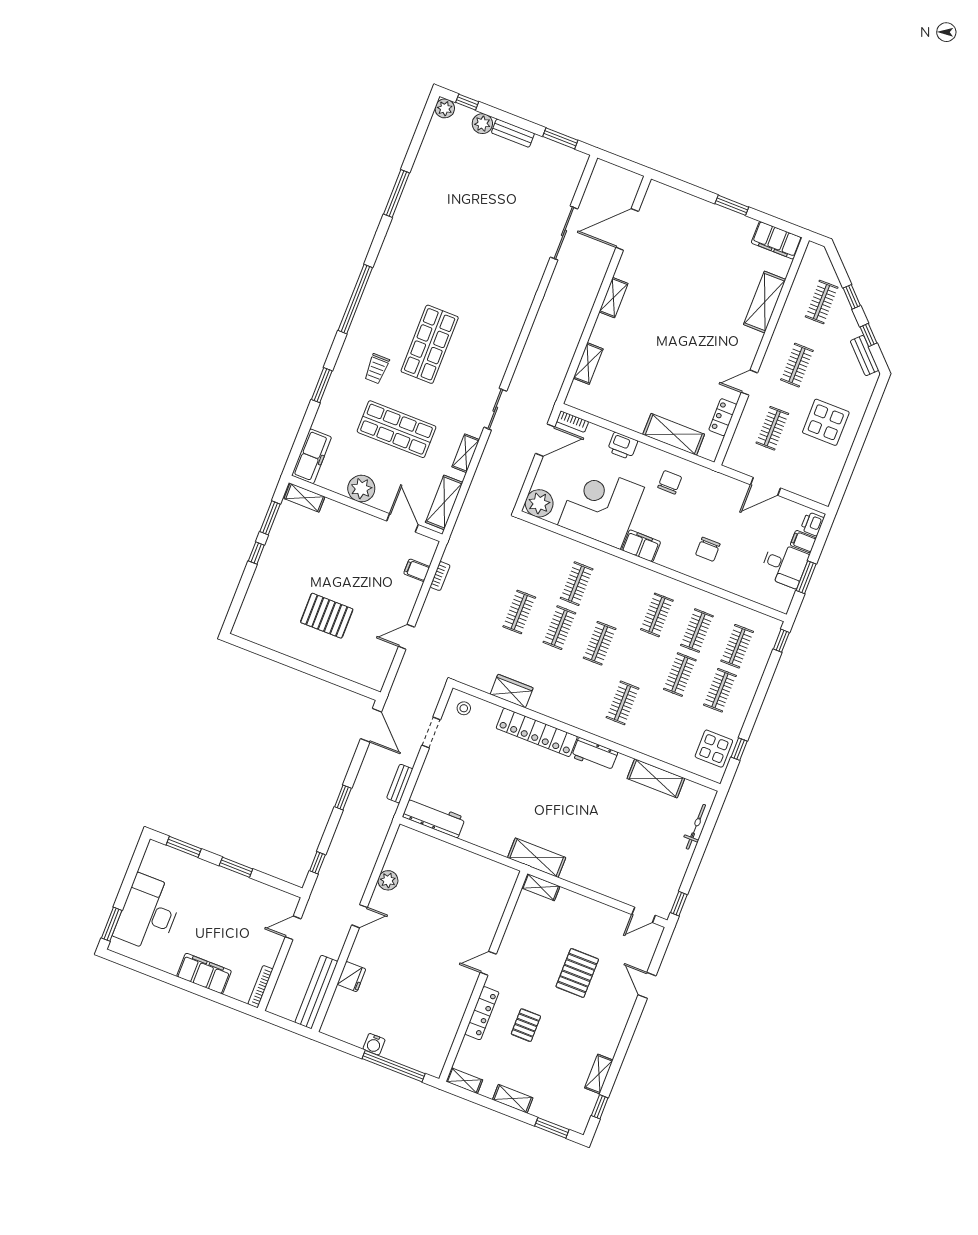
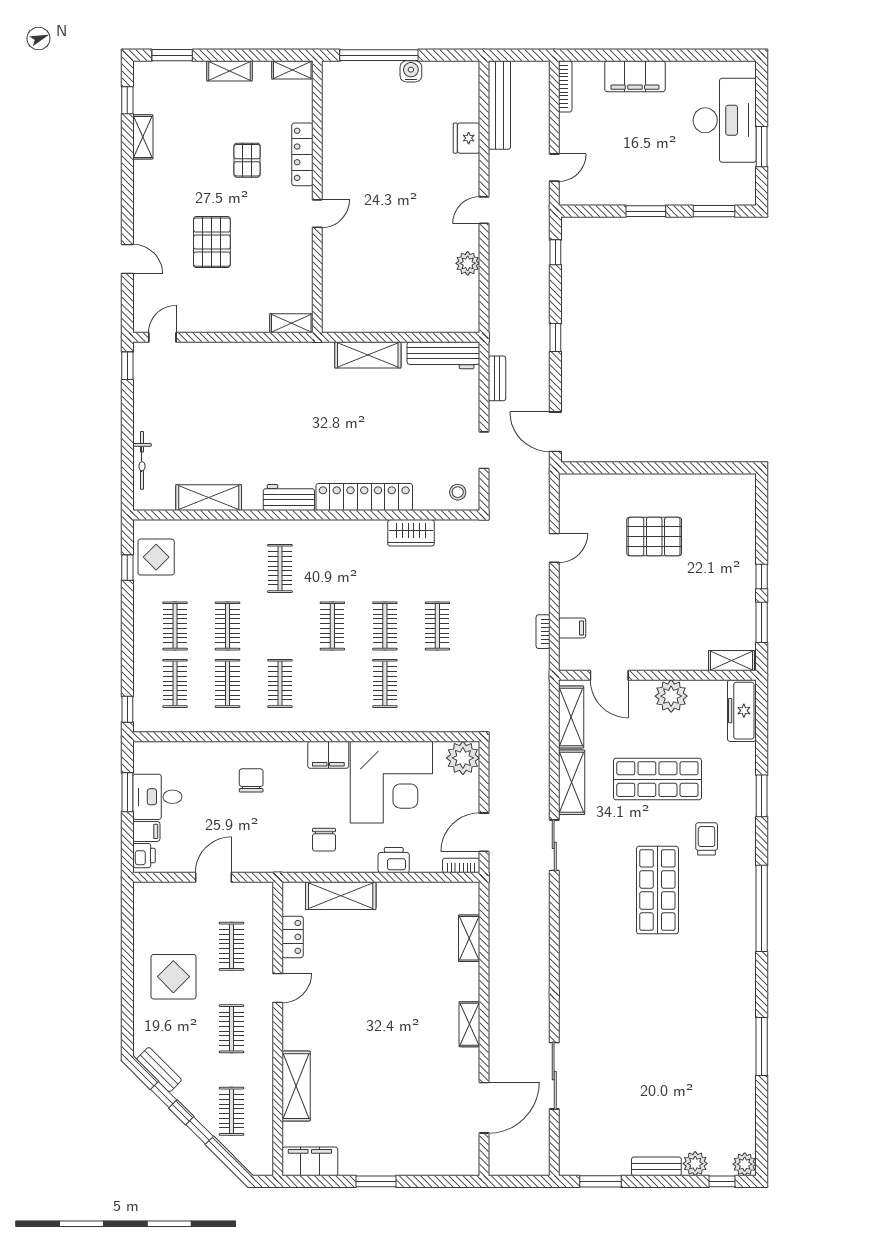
shelving: (466, 453) -> (572, 782), width x1.50, depth x1.33
shelving: (537, 858) -> (368, 355), moved
window: (112, 924) -> (762, 147), moved

